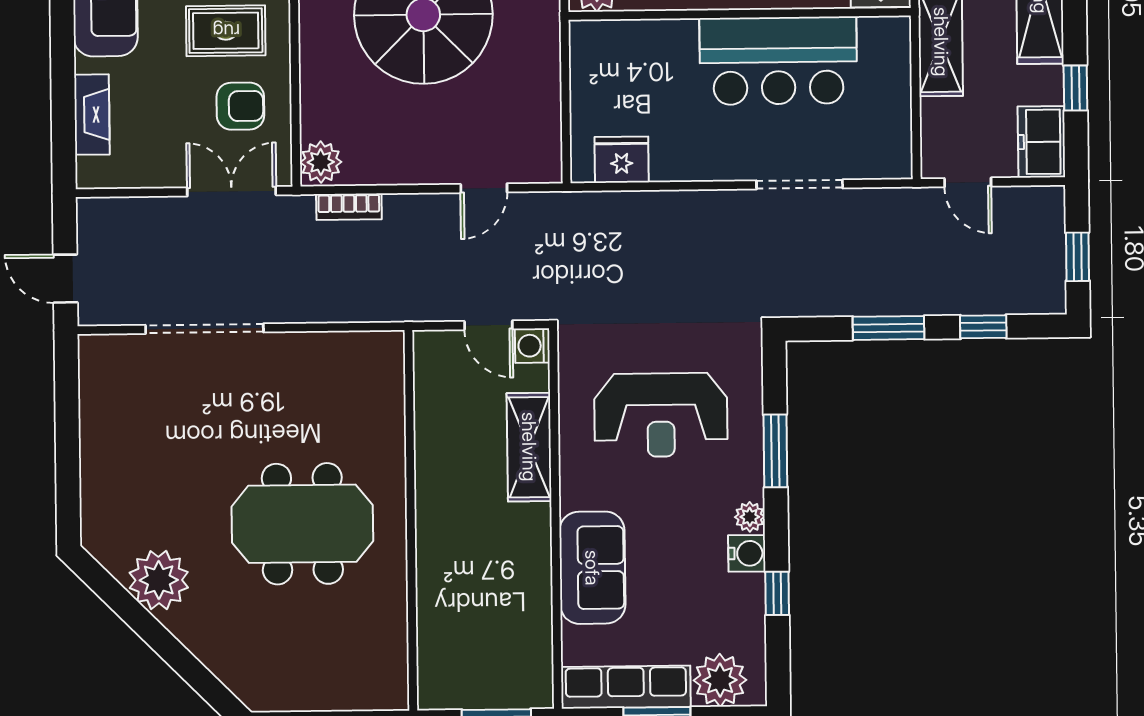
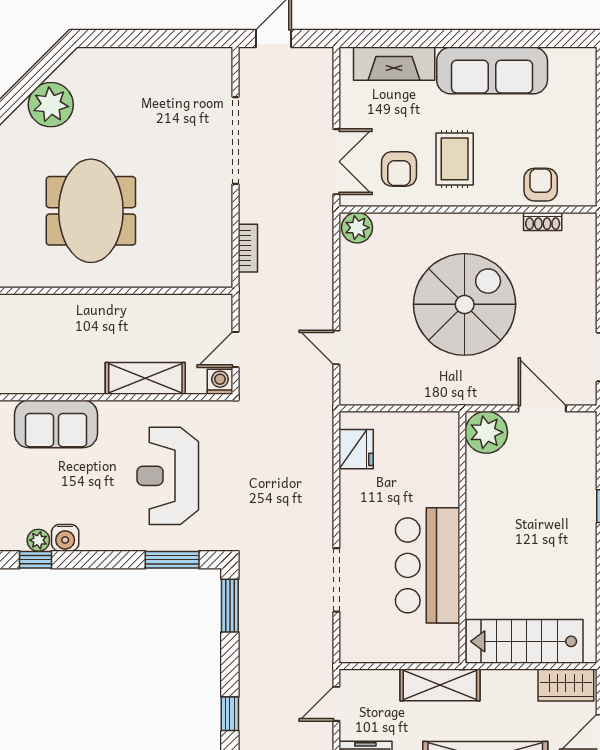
fireplace: (92, 115) -> (394, 64), width x1.37, depth x1.32
bookcase: (349, 207) -> (248, 248), moved, turned 180
window: (889, 328) -> (230, 606), moved
window: (775, 451) -> (172, 560), moved
plant: (750, 517) -> (38, 540), moved

